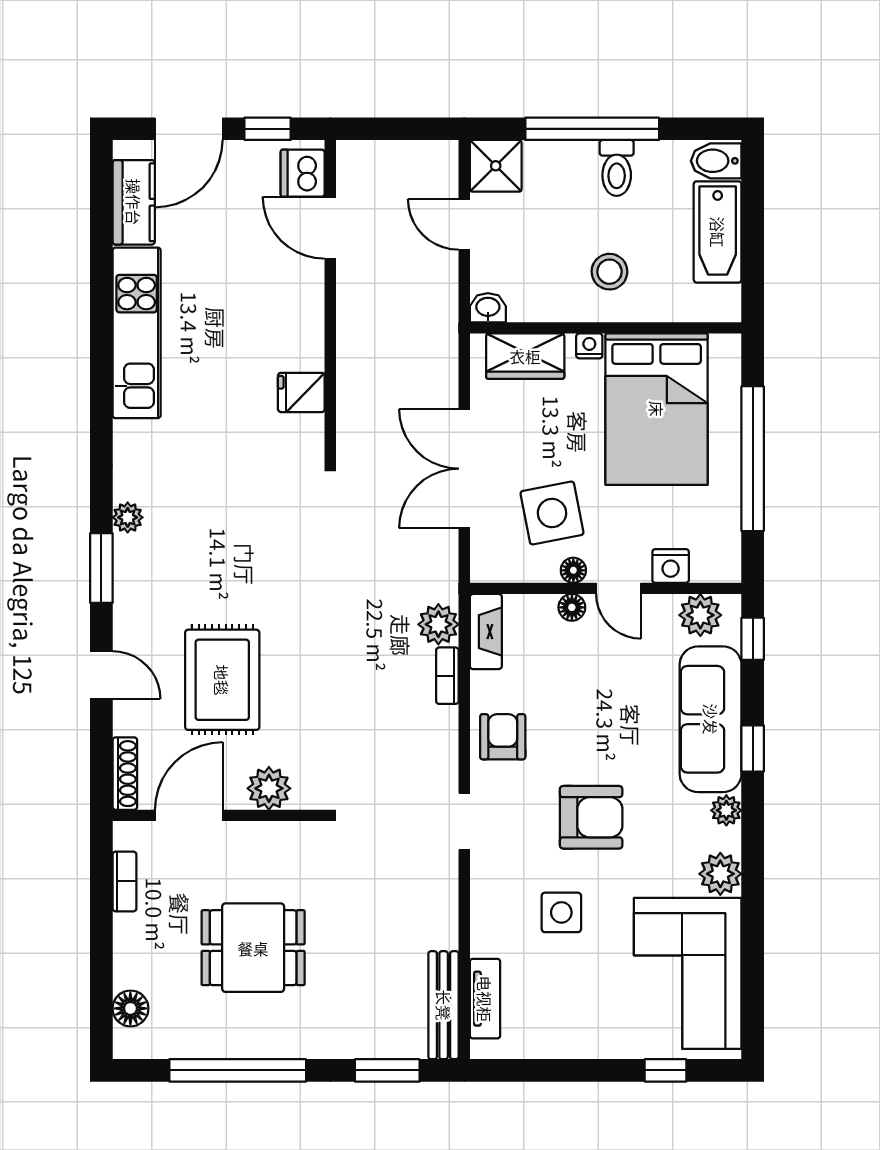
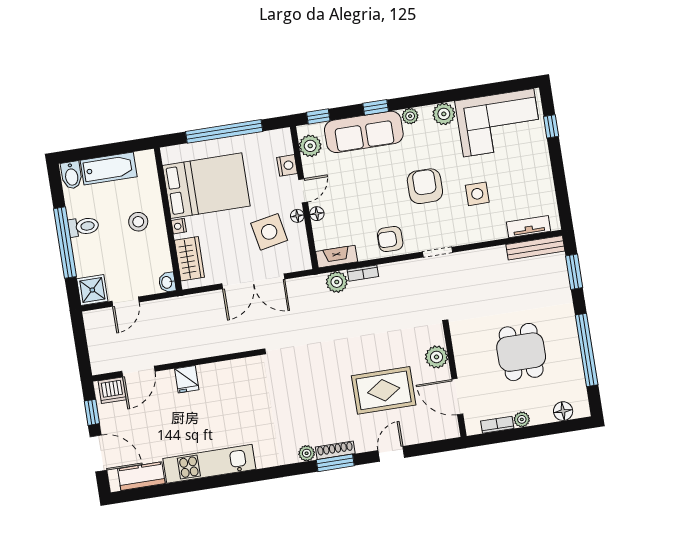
fridge: (301, 392) -> (187, 379), moved
shoe rack: (125, 774) -> (335, 450), moved
plant: (127, 929) -> (522, 419), added

